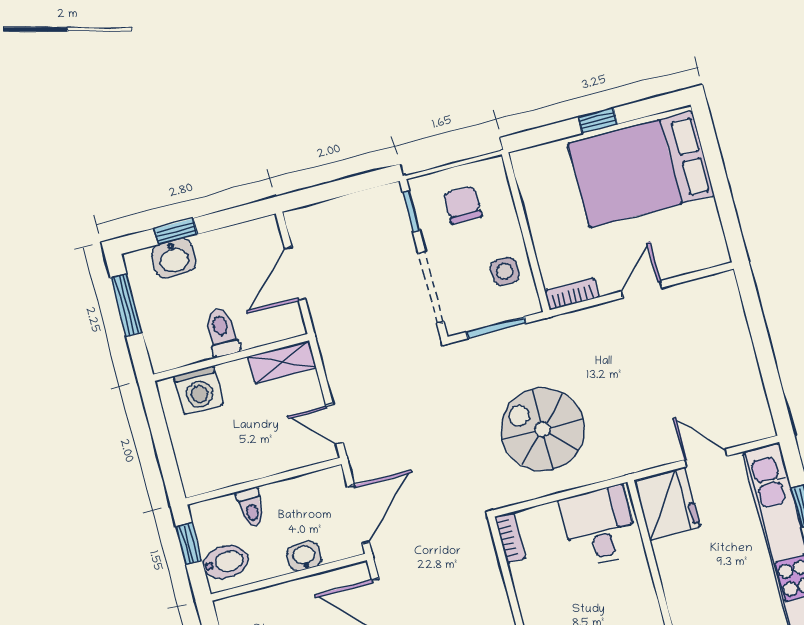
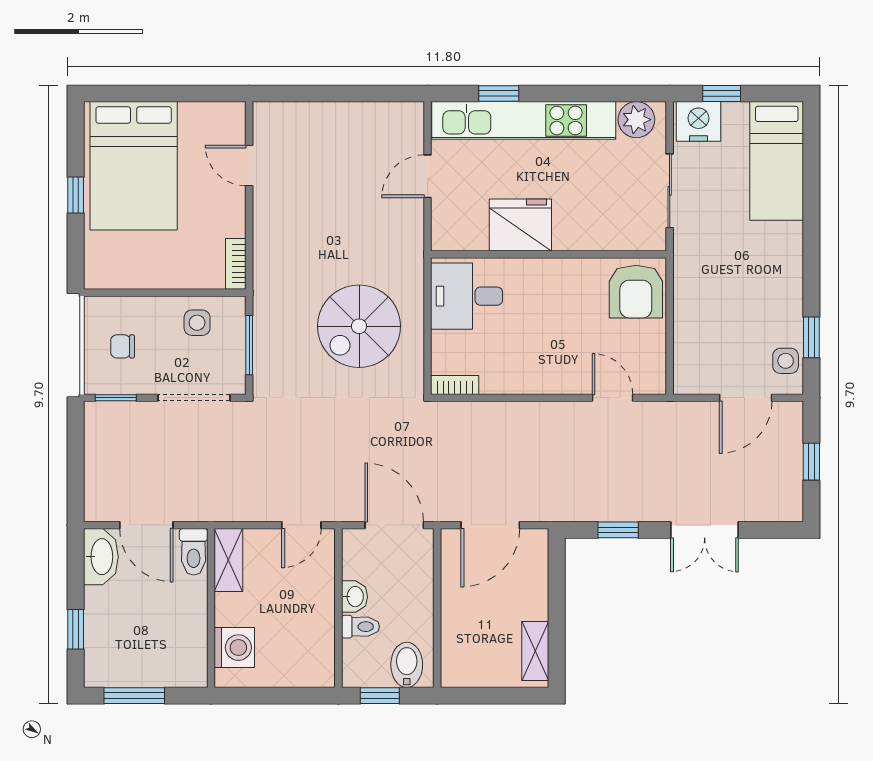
chair: (463, 205) -> (123, 346), width x0.73, depth x0.73
washbasin: (174, 258) -> (101, 557), moved, width x1.38
door: (642, 289) -> (249, 166), moved
toilet: (222, 332) -> (194, 552), moved, turned -90
fridge: (667, 503) -> (520, 225), moved
washbasin: (304, 556) -> (354, 597), moved, turned 180

